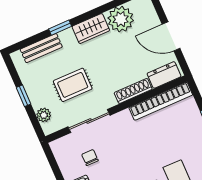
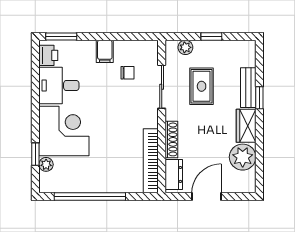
bench: (41, 48) -> (248, 88), moved

